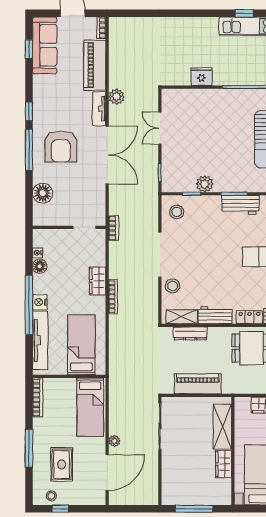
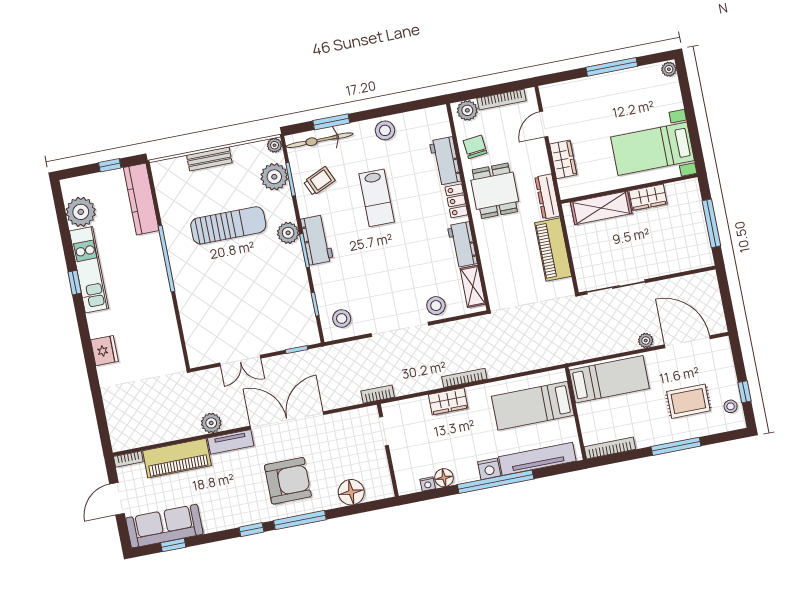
fridge: (202, 77) -> (104, 351), moved, turned 180
plant: (205, 184) -> (288, 233), moved
dresser: (190, 333) -> (547, 197), moved, turned 180

